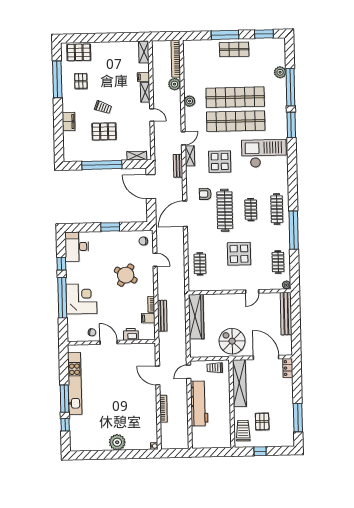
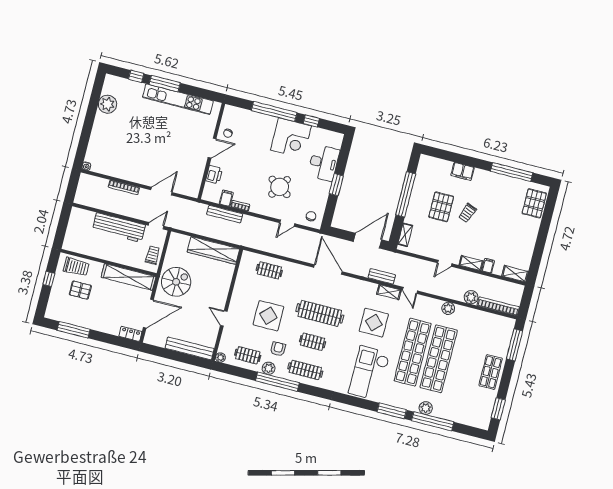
window: (225, 35) -> (515, 345), moved
plant: (280, 72) -> (426, 408), moved
pallet: (81, 81) -> (503, 197), removed
checkout: (264, 153) -> (369, 373), turned 180
armchair: (205, 194) -> (278, 349), moved
plant: (284, 241) -> (269, 368), added
desk: (77, 247) -> (324, 163), moved, turned 90
corner desk: (81, 299) -> (291, 138), moved
door: (189, 372) -> (156, 226), hinge flipped
plant: (117, 442) -> (107, 104), moved

